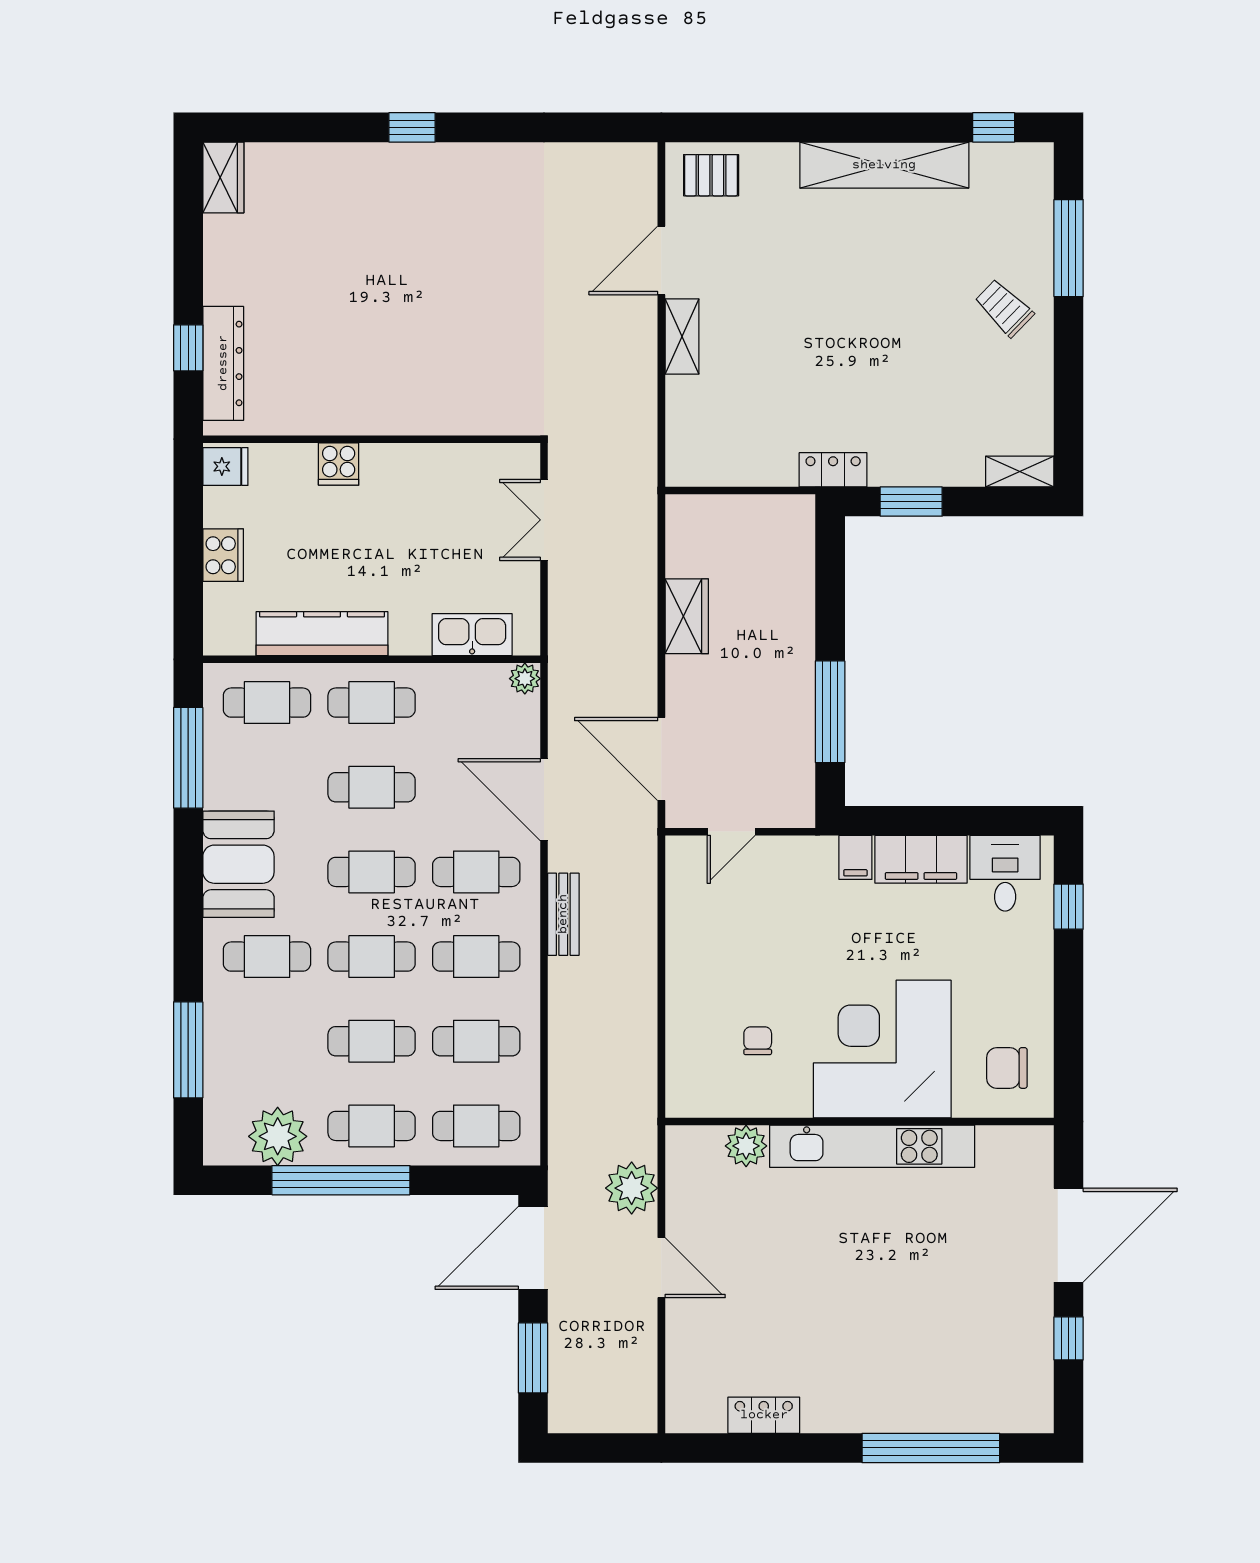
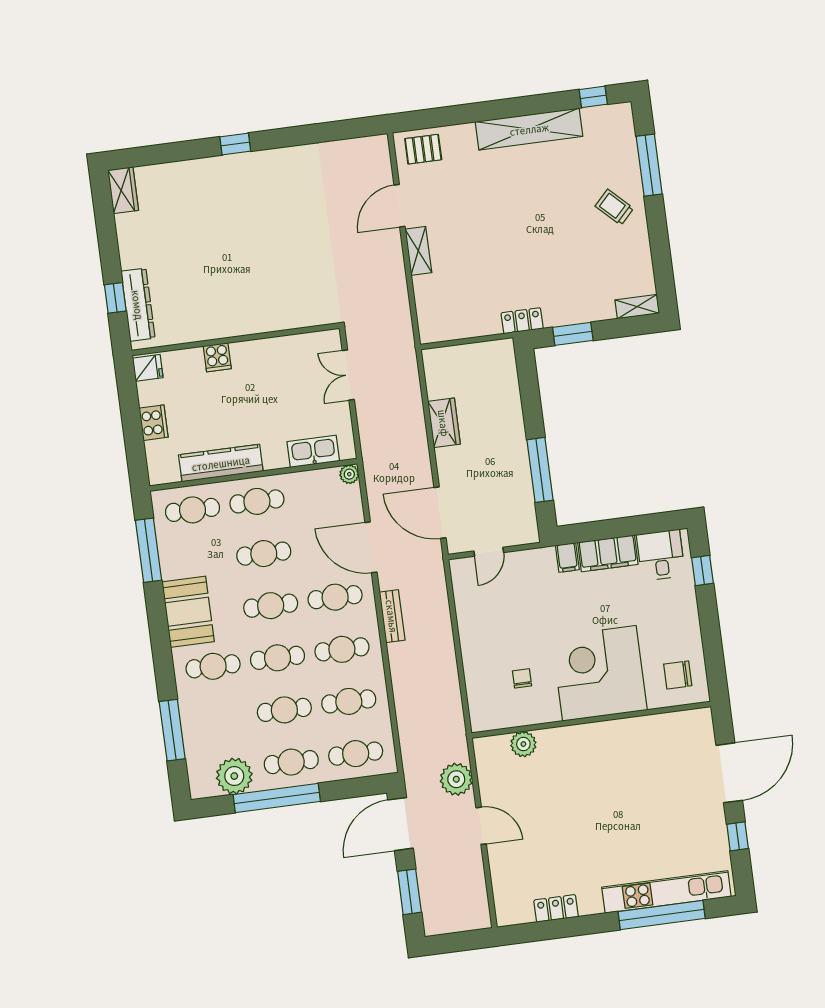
kitchen unit: (872, 1146) -> (666, 892), moved, turned 180

